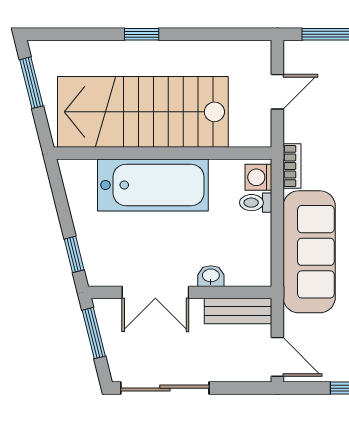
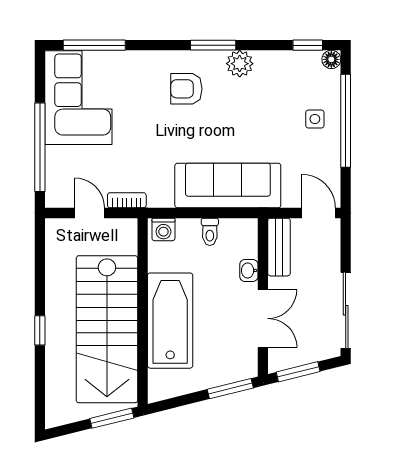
window: (31, 83) -> (112, 418), moved
bookcase: (292, 166) -> (127, 200), moved
toilet: (256, 203) -> (210, 232), moved
window: (74, 254) -> (230, 389), width x1.50
door: (277, 357) -> (319, 213), hinge flipped

